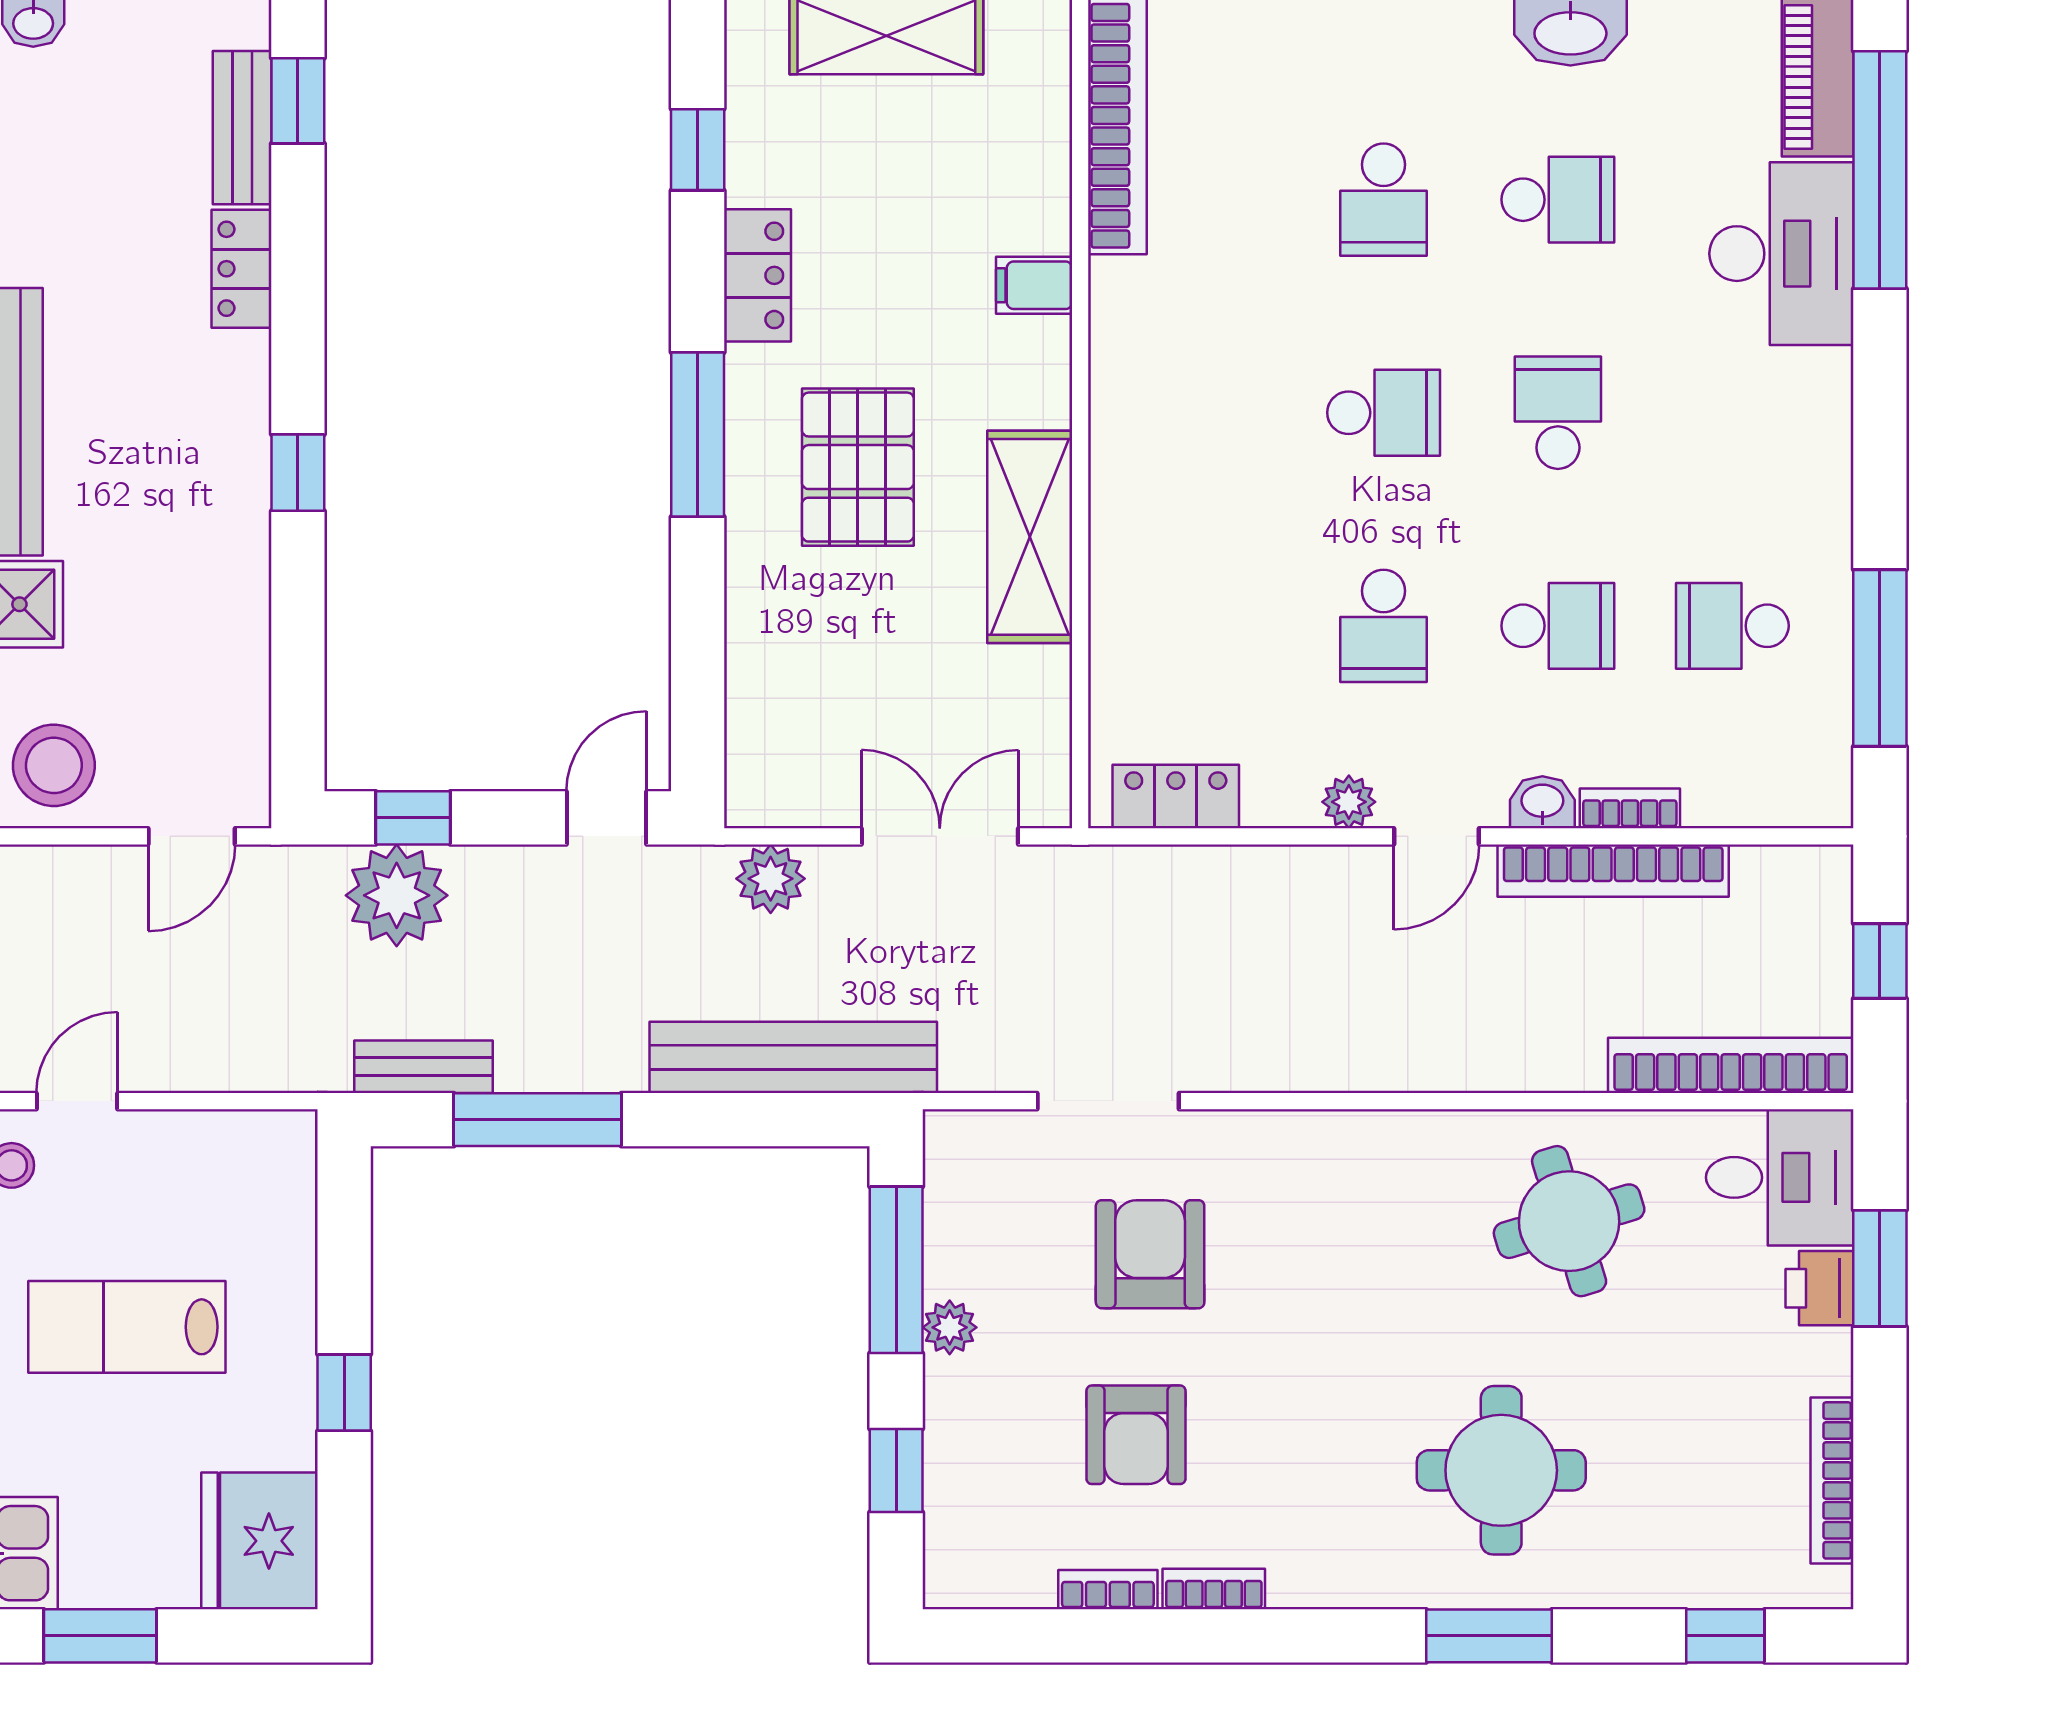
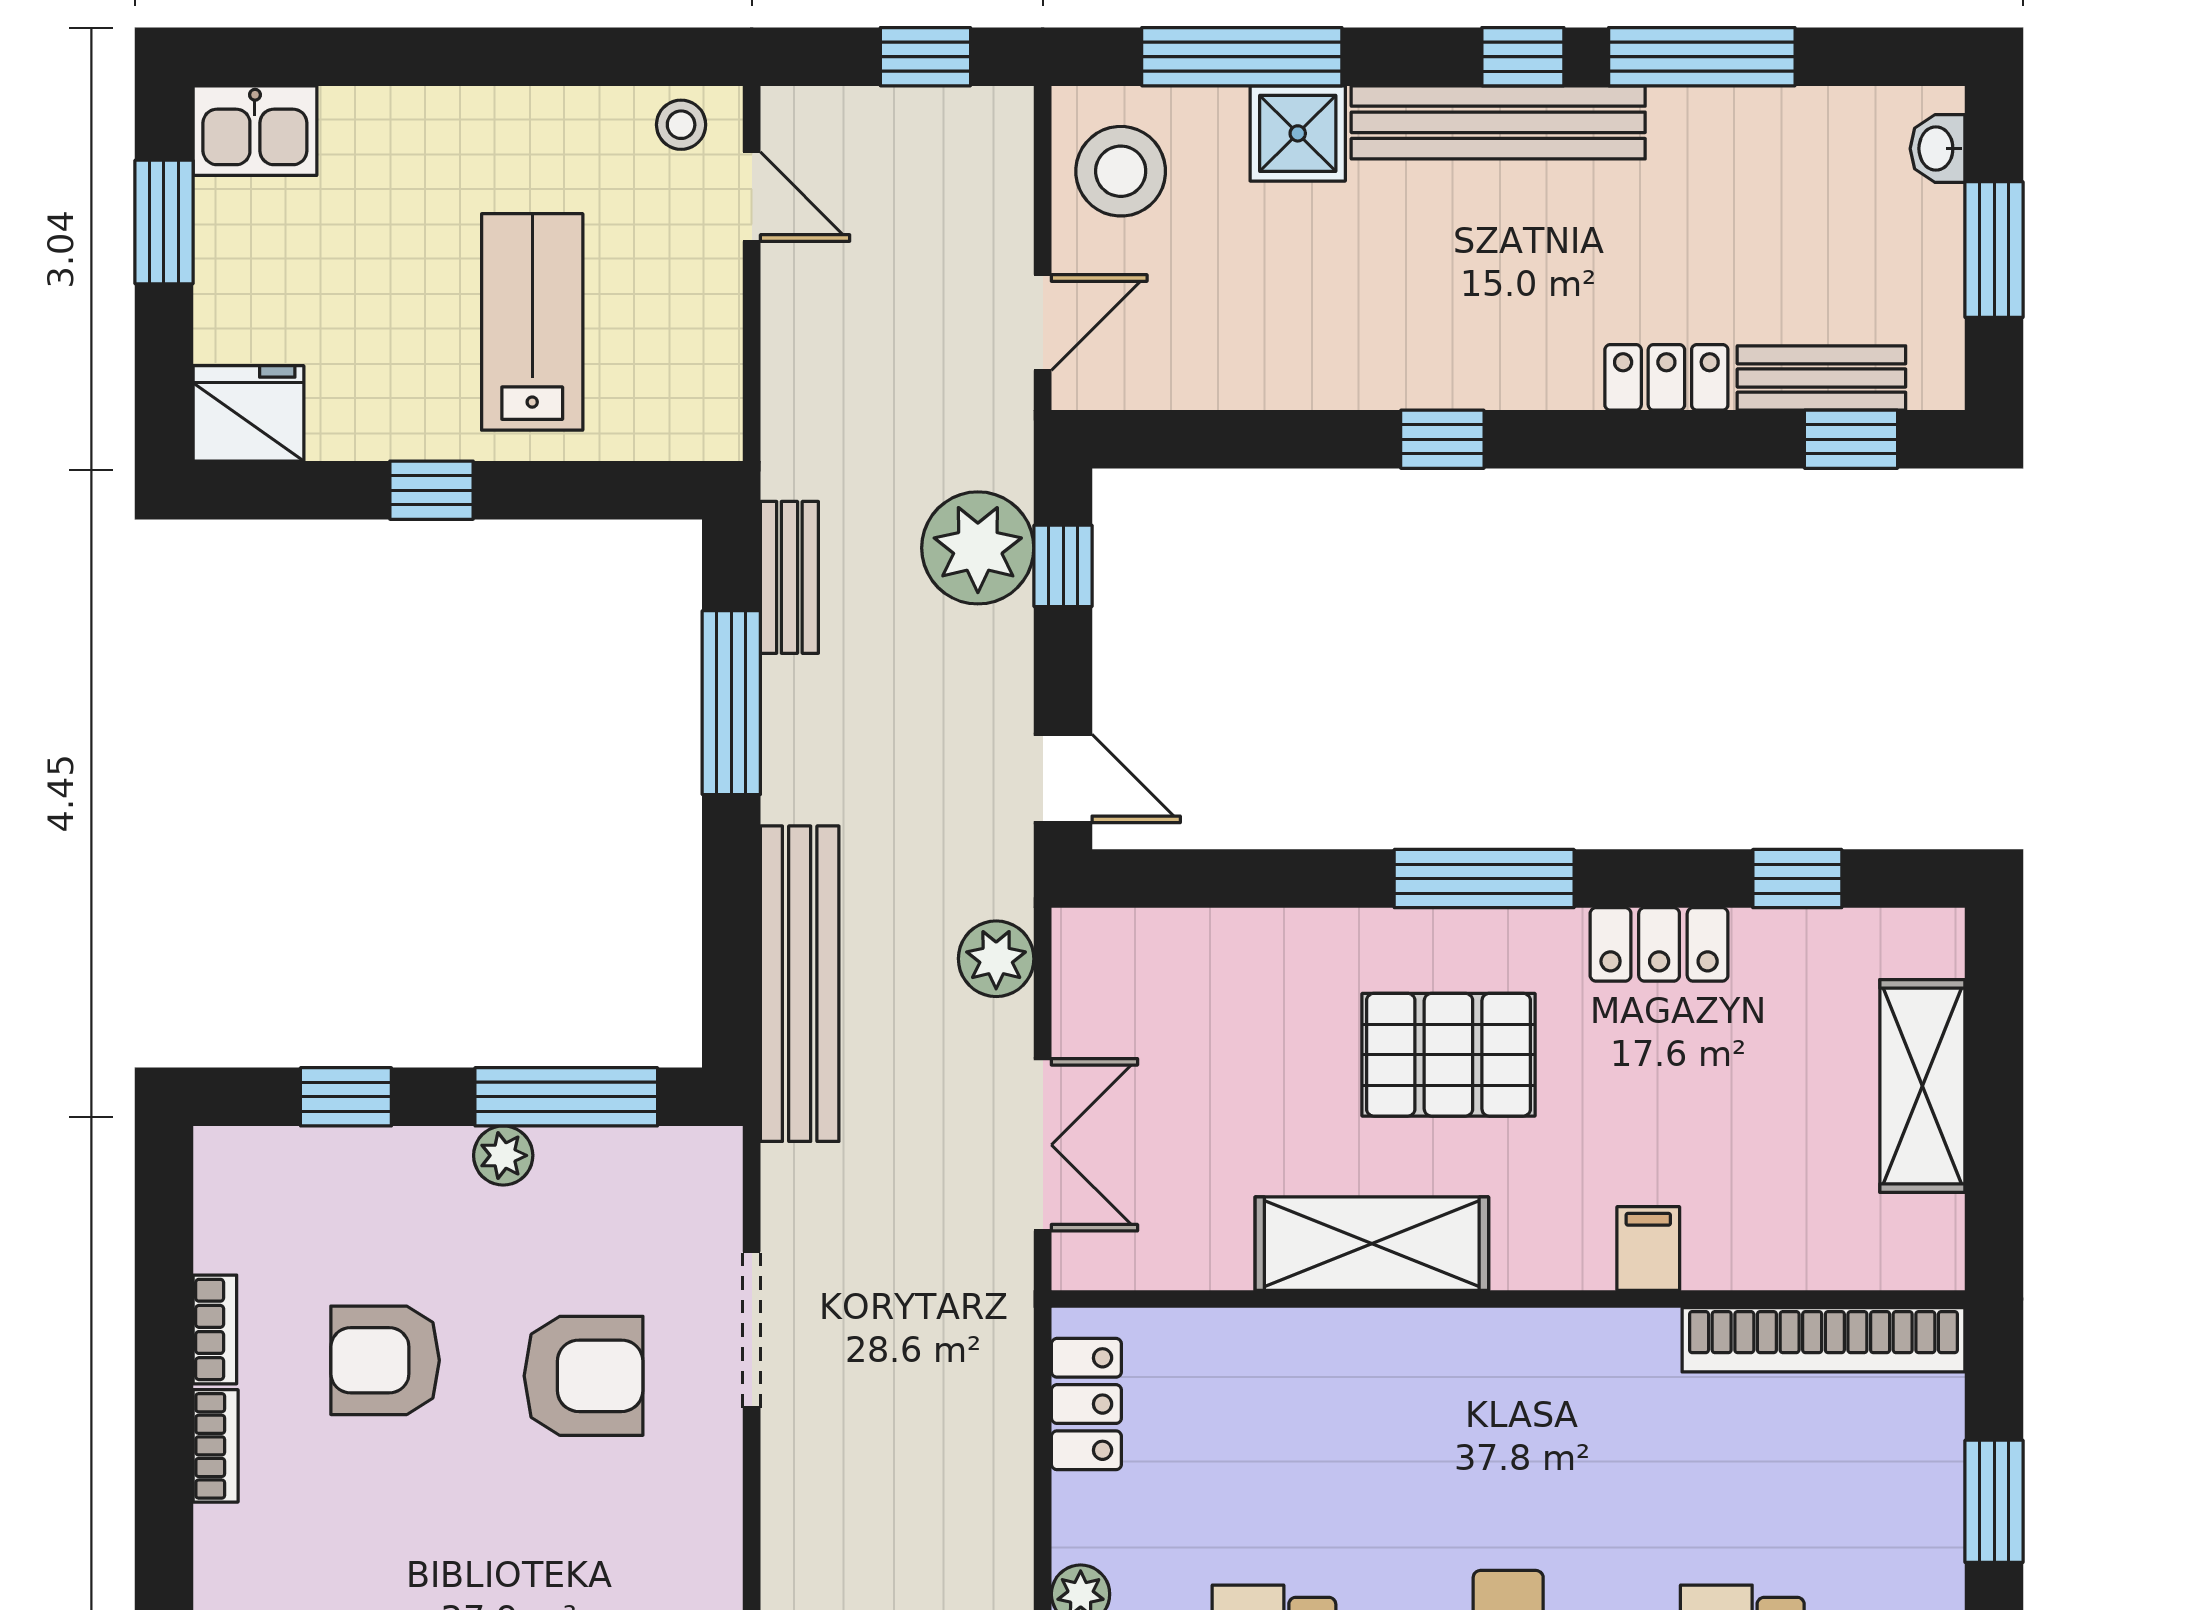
door: (192, 836) -> (1043, 323), swing flipped
lab bench: (127, 1327) -> (532, 322), moved
fridge: (260, 1541) -> (248, 413), width x0.73, depth x0.75

